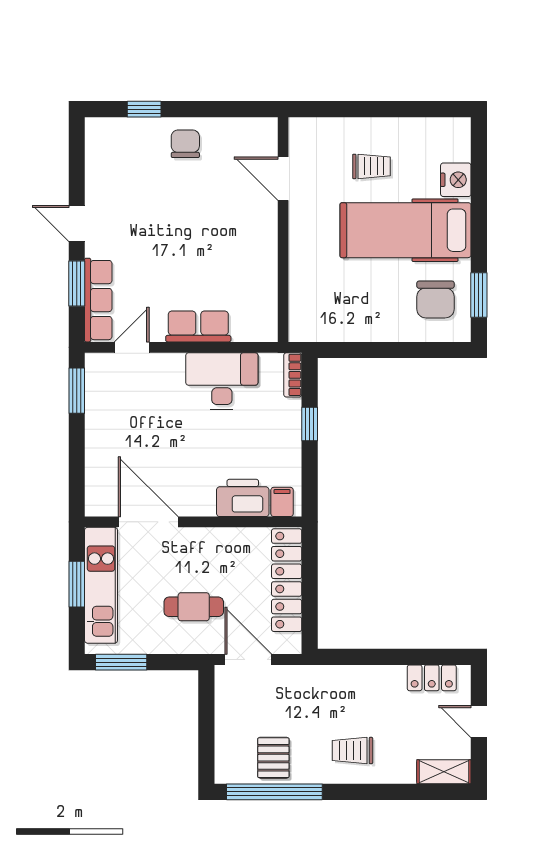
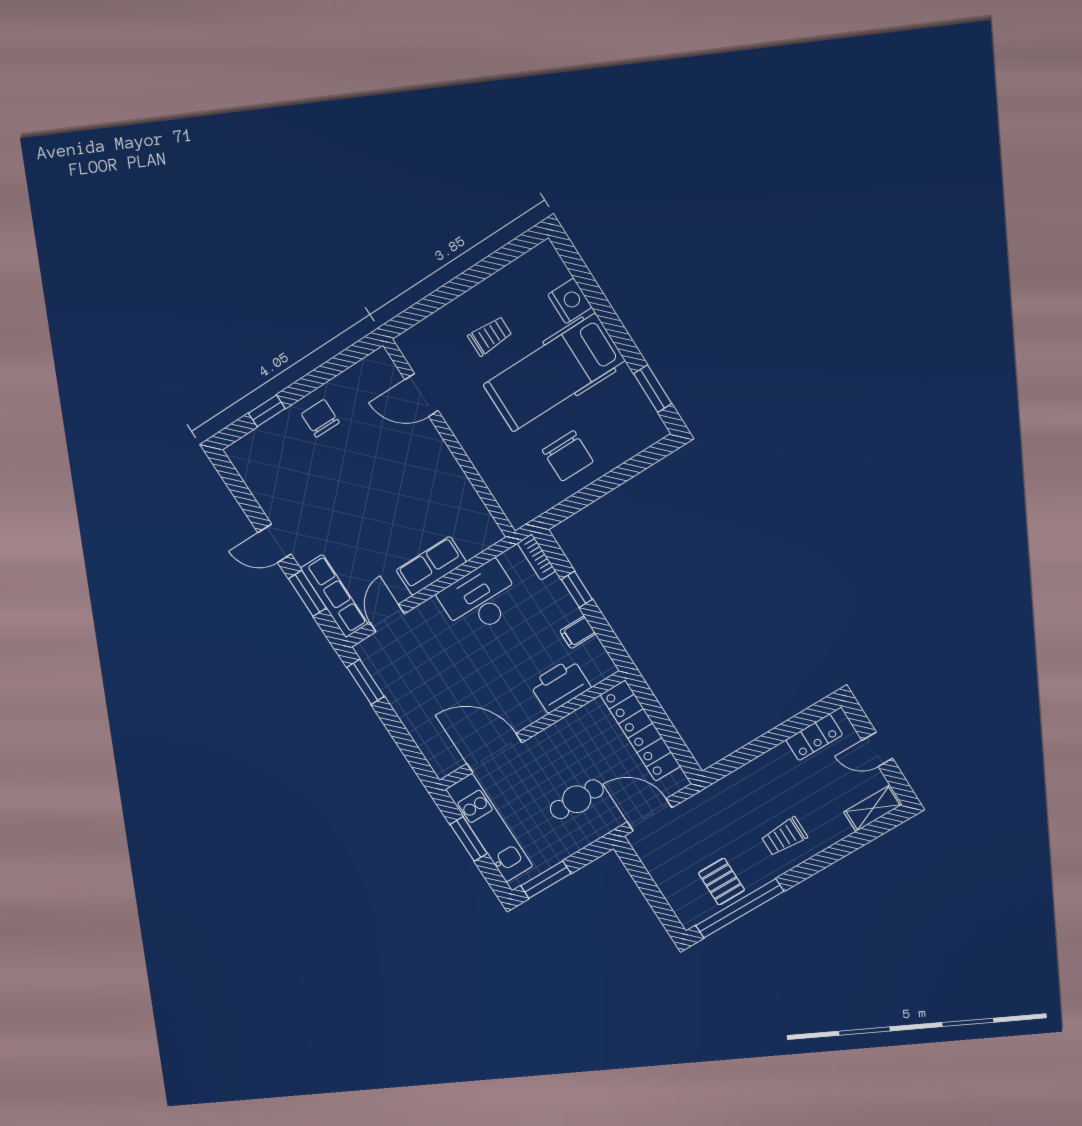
chair: (435, 300) -> (568, 456), moved
filing cabinet: (282, 502) -> (578, 632), moved, turned -90

